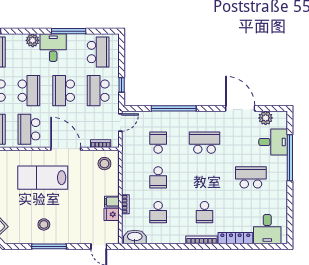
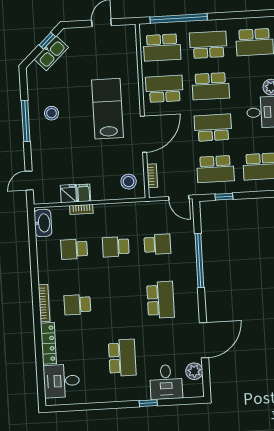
school desk: (98, 91) -> (215, 169), turned 180
window: (290, 158) -> (148, 403), width x0.32

